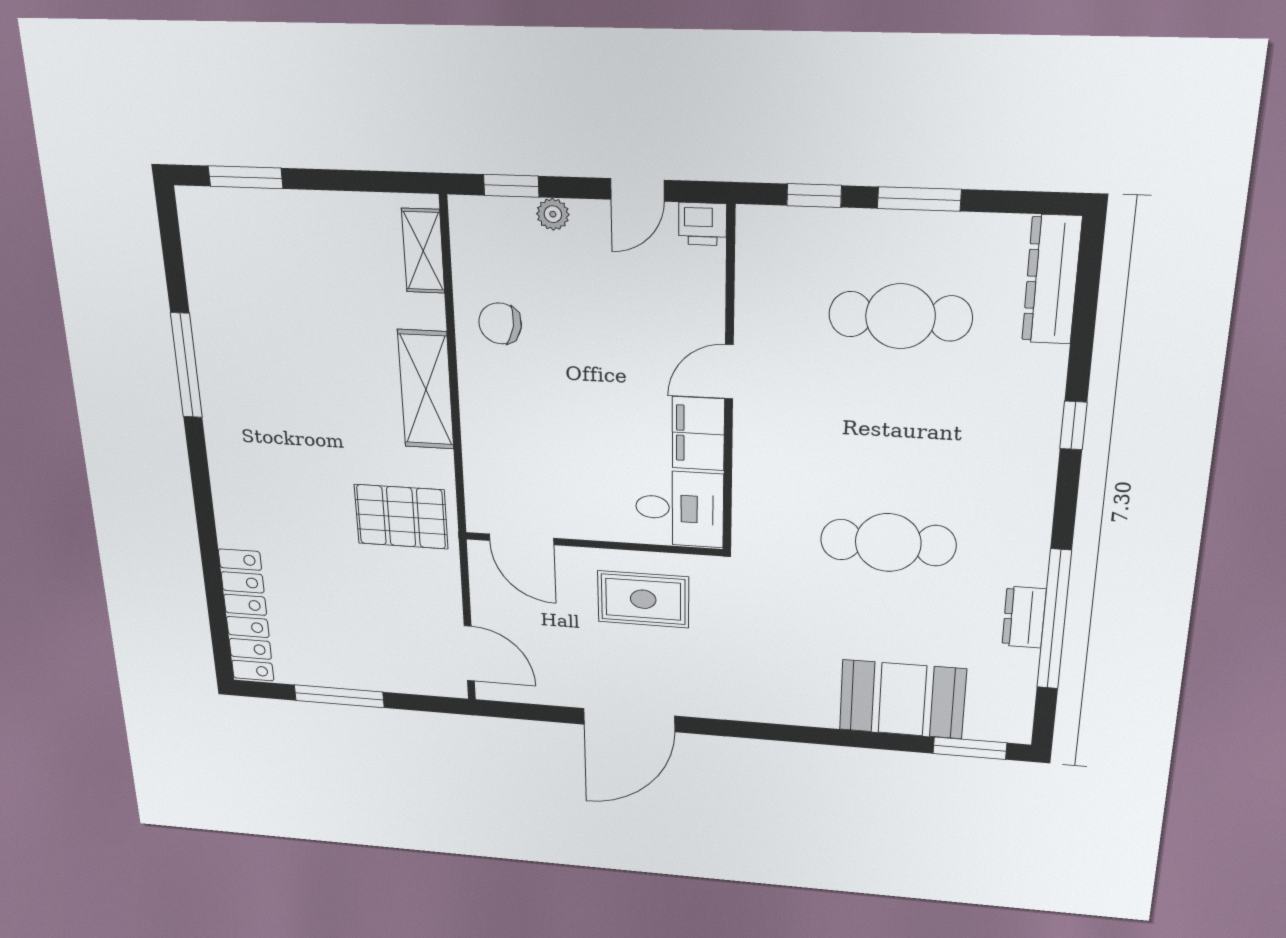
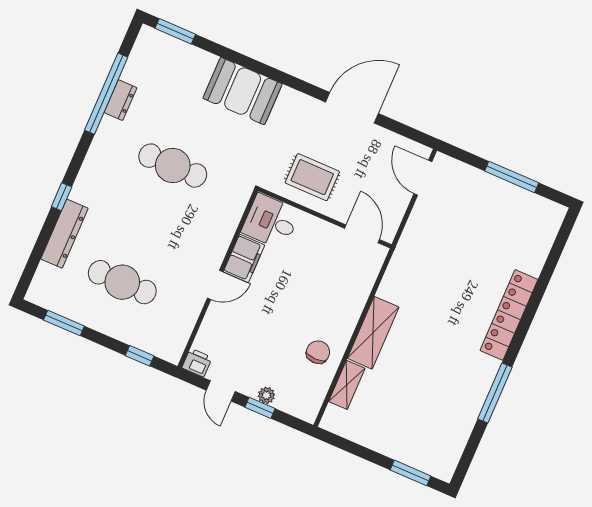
window: (511, 186) -> (260, 408), moved
door: (637, 190) -> (221, 391), swing flipped
window: (919, 199) -> (64, 323), moved
shelving: (423, 251) -> (347, 385), moved
dresser: (1052, 280) -> (64, 234), moved
chair: (500, 323) -> (318, 352), turned -99
pallet: (401, 517) -> (421, 269), removed
locker: (246, 616) -> (509, 315), moved
booth: (902, 699) -> (243, 91), moved

